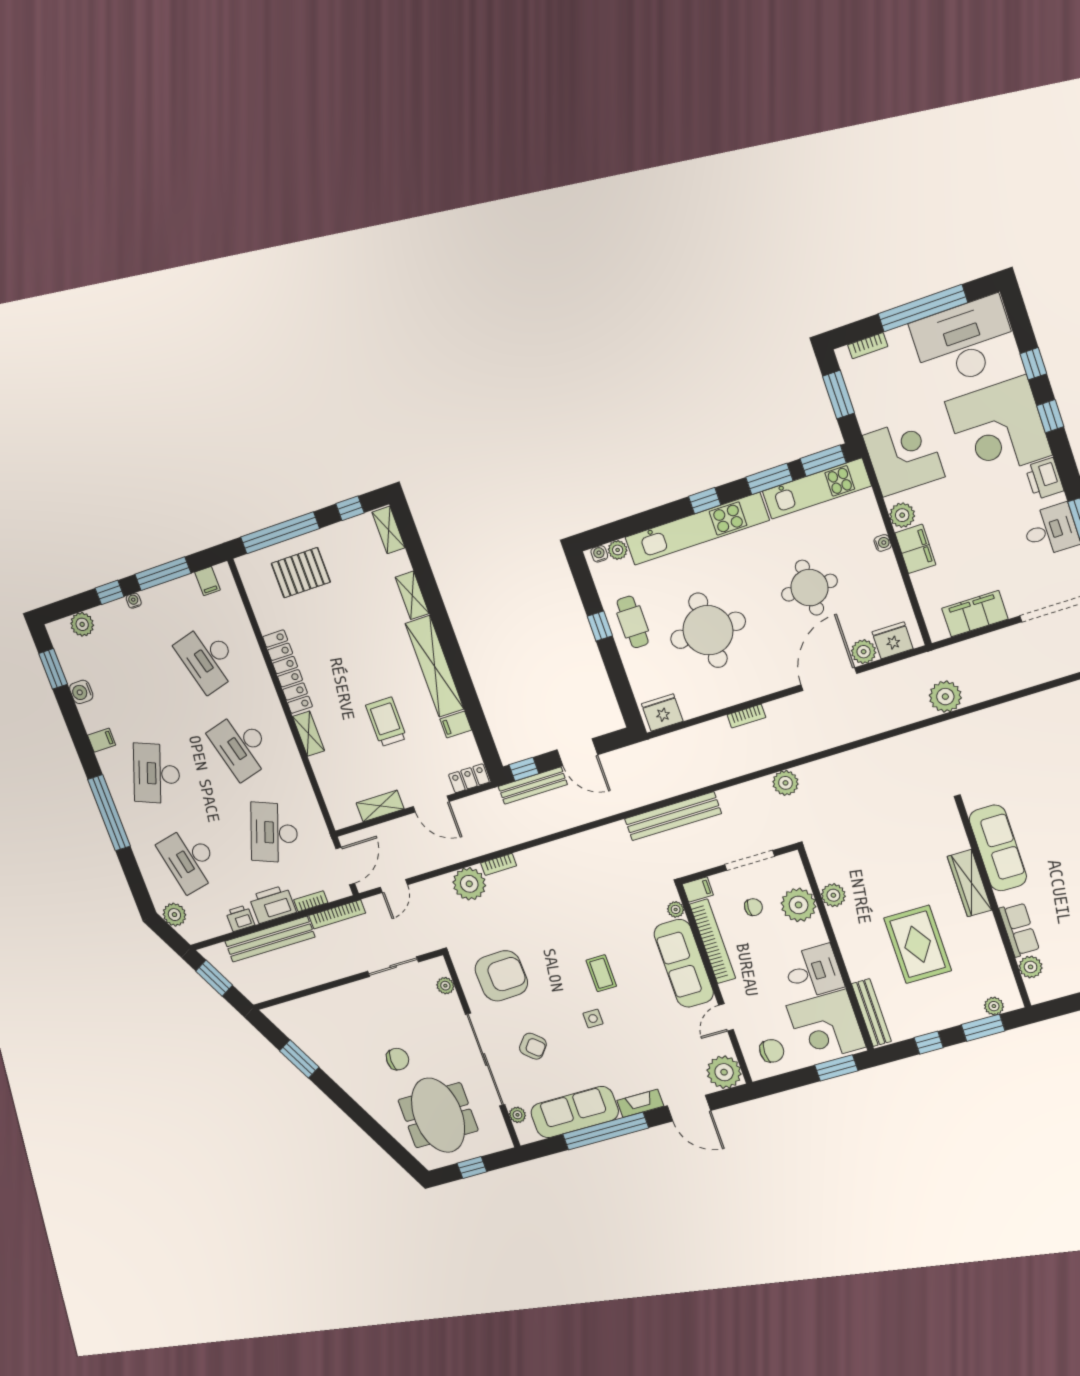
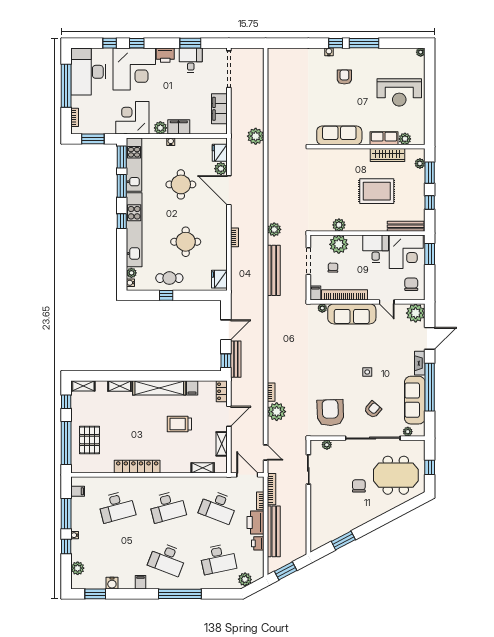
round table: (708, 630) -> (186, 242), width x0.73, depth x0.73
shelving: (308, 734) -> (203, 468), moved
bench: (673, 816) -> (274, 270), moved
wardrobe: (970, 883) -> (388, 155), moved
coffee table: (601, 973) -> (344, 359), removed

